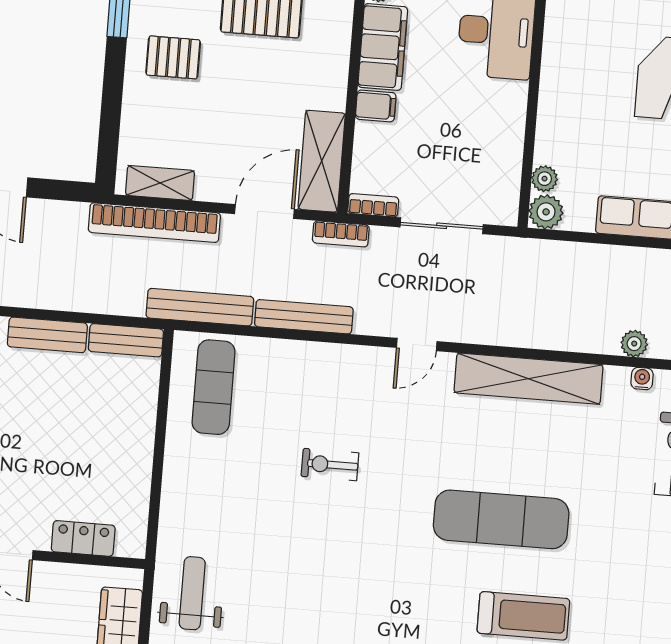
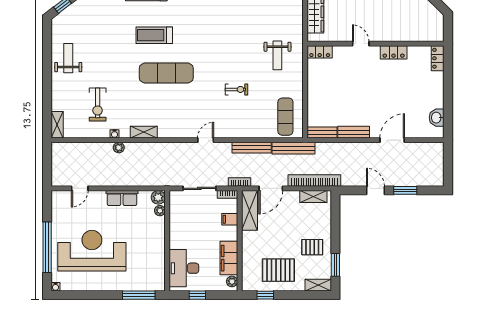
filing cabinet: (376, 106) -> (230, 219), moved
shelving: (529, 379) -> (144, 132), width x0.45, depth x0.75
locker: (83, 538) -> (320, 52), moved
weight bench: (192, 593) -> (277, 55), moved

